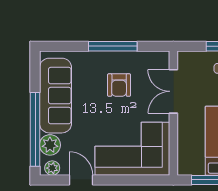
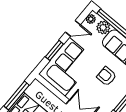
armchair: (119, 85) -> (107, 76), moved
window: (126, 180) -> (54, 50), added

